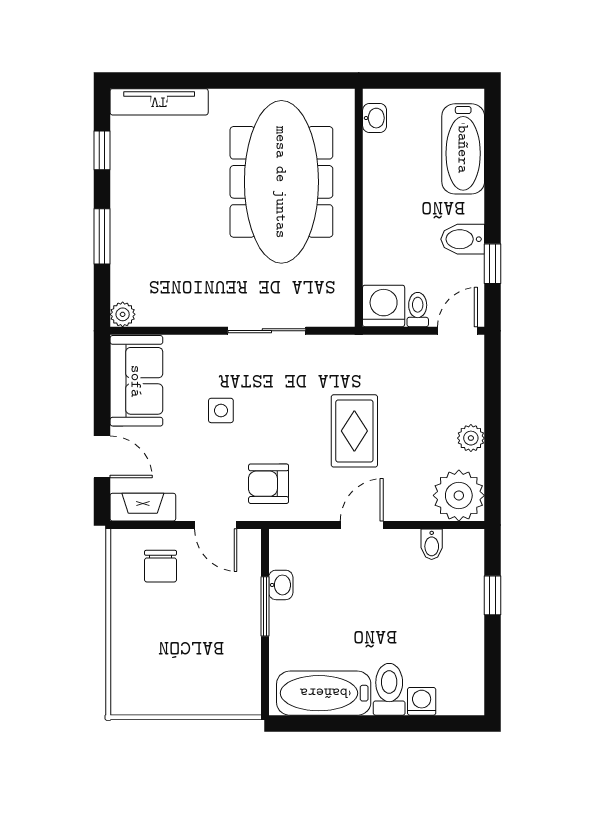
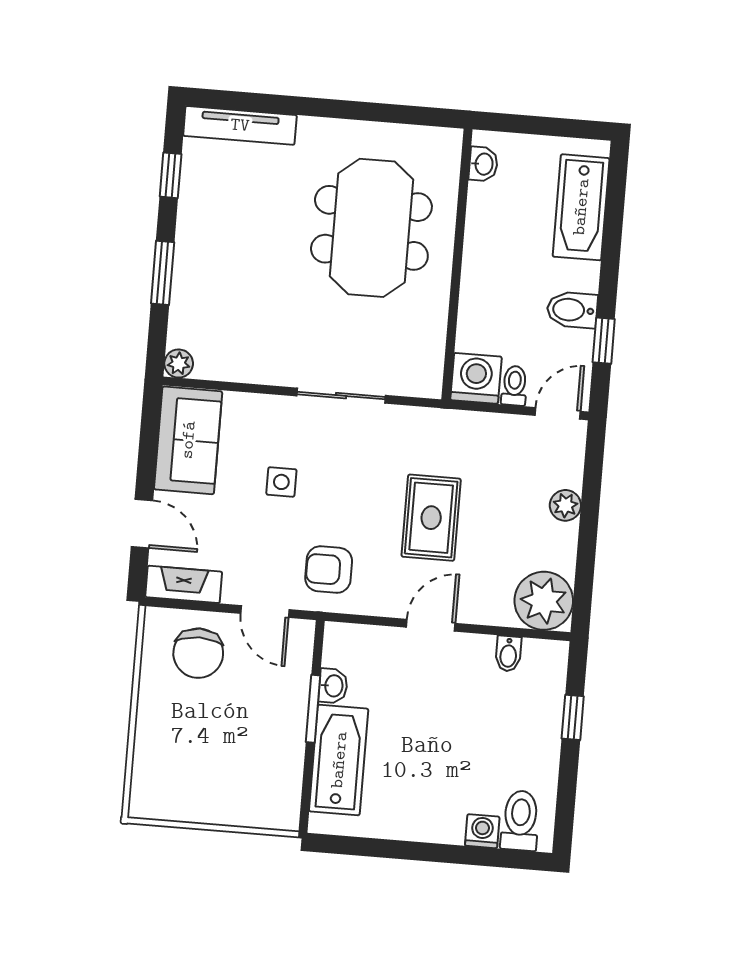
meeting table: (281, 182) -> (371, 228), width x0.73
plant: (471, 438) -> (565, 505), moved
chair: (161, 566) -> (198, 653), width x1.37, depth x1.37
toilet: (389, 689) -> (520, 821), moved
bathtub: (324, 693) -> (339, 760), moved, turned 90

